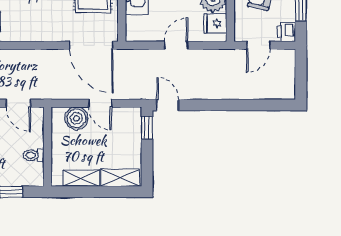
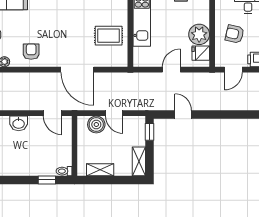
door: (91, 45) -> (77, 70), moved
door: (168, 105) -> (183, 115), moved
toilet: (34, 155) -> (64, 171), moved
shelving: (120, 178) -> (139, 161), moved, turned 90

